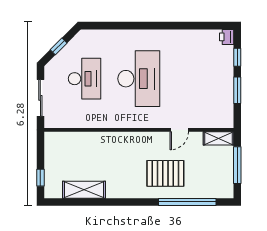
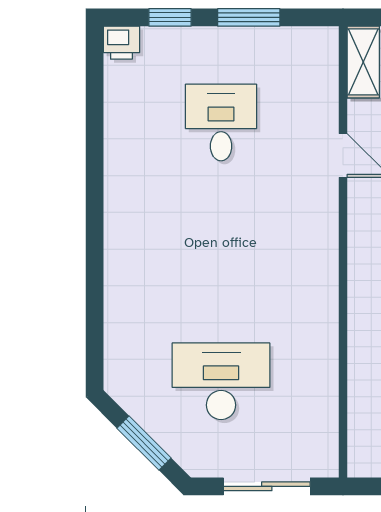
window: (59, 46) -> (144, 443), width x1.50
desk: (139, 79) -> (221, 122), moved, width x0.53, depth x0.77

